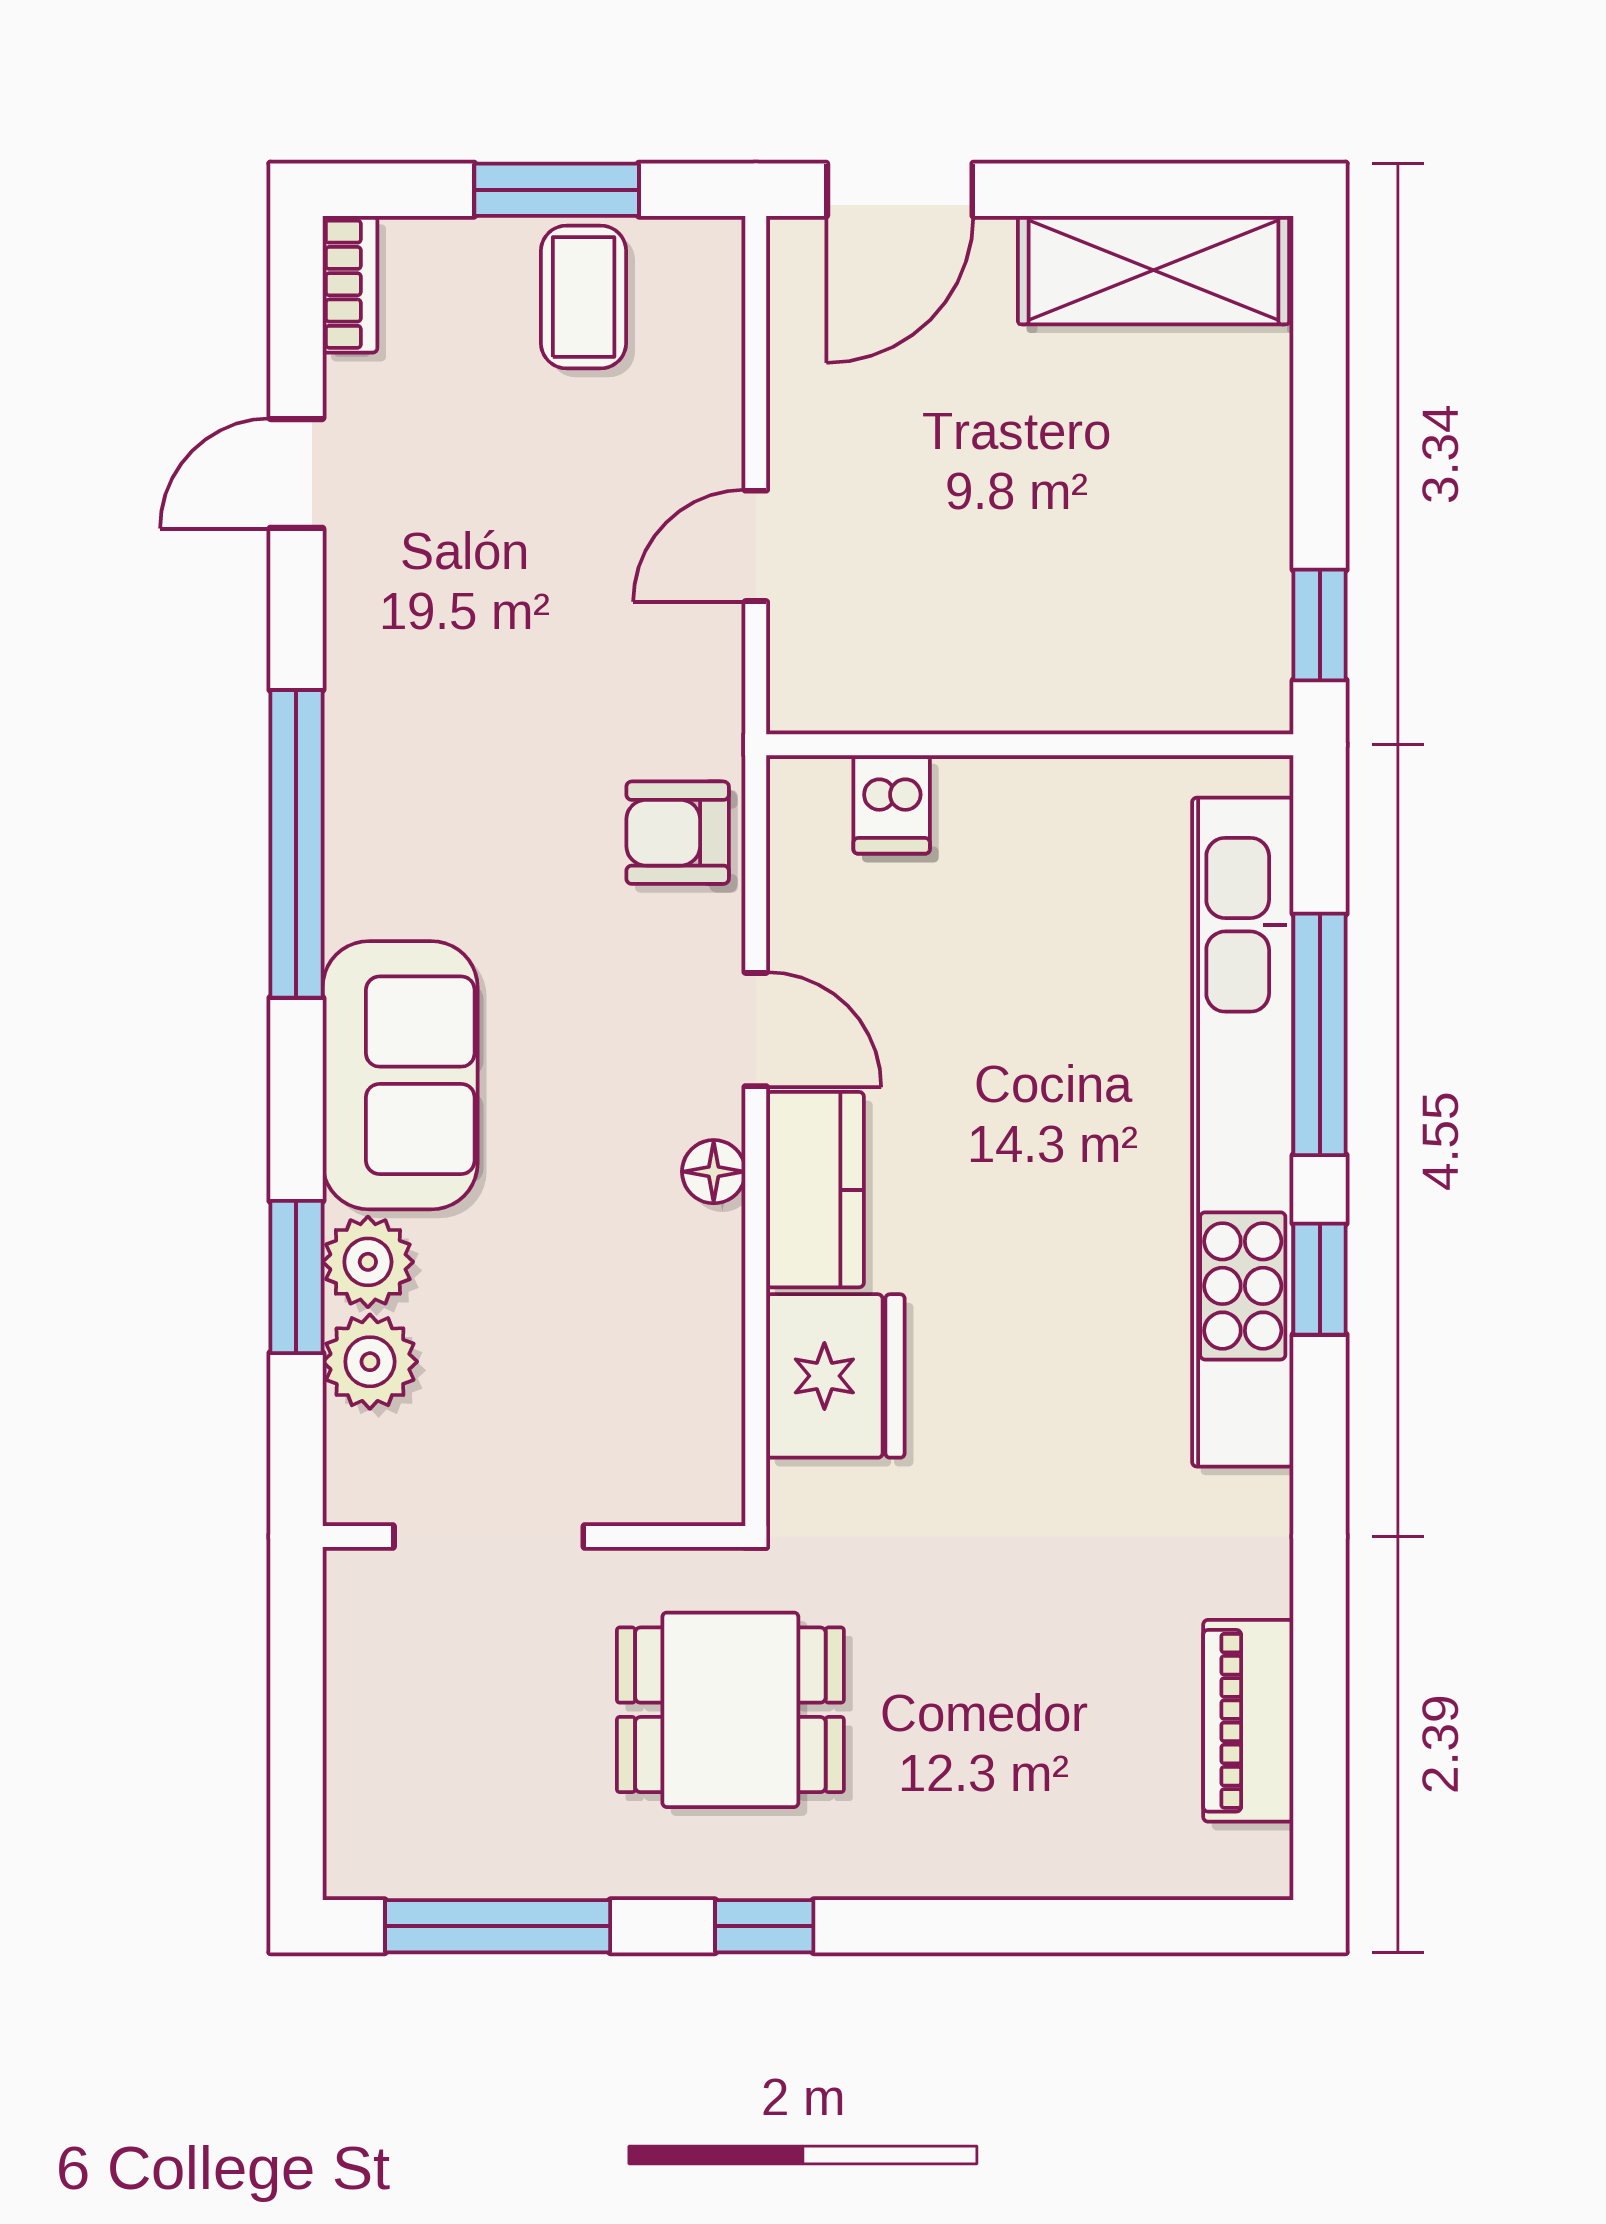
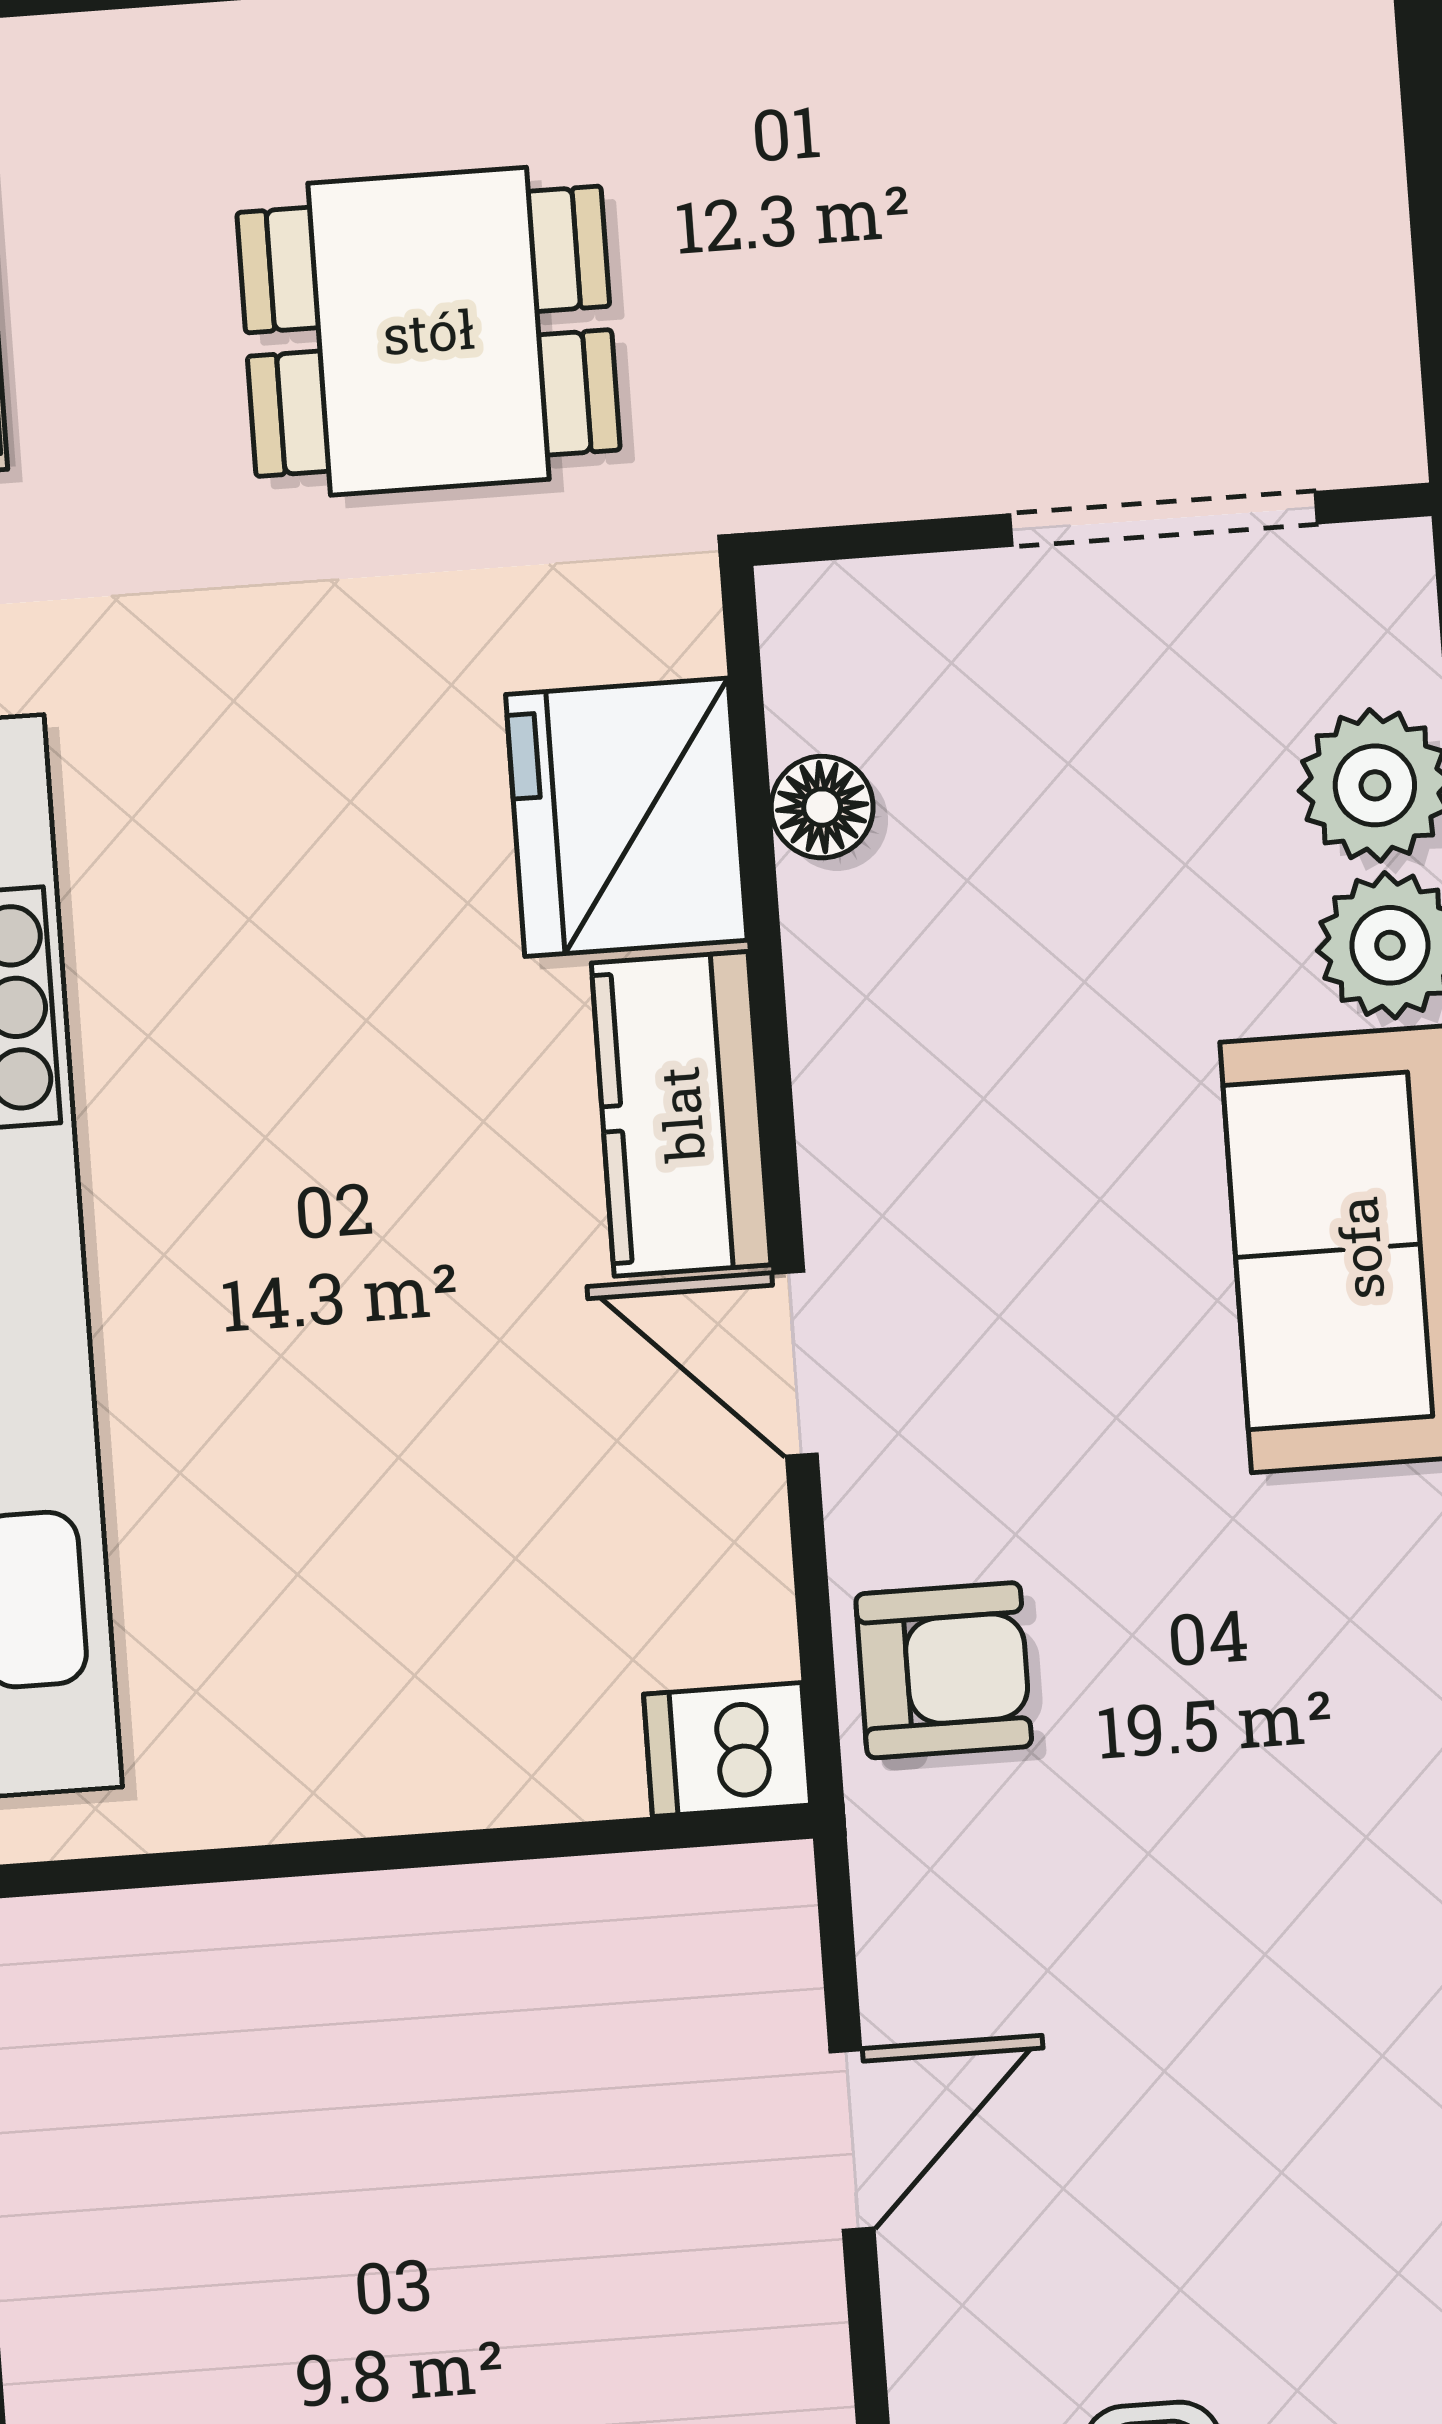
dishwasher: (892, 804) -> (727, 1750), moved, turned -90
floor lamp: (714, 1172) -> (822, 807), moved
dining table: (730, 1710) -> (429, 331), moved

